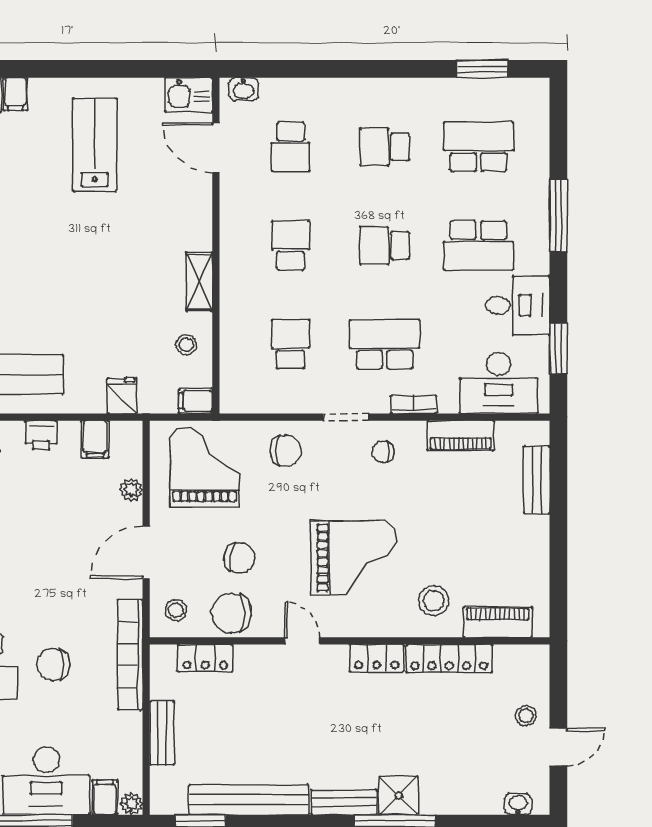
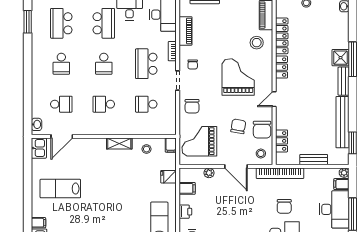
chair: (286, 451) -> (192, 106), turned 180

